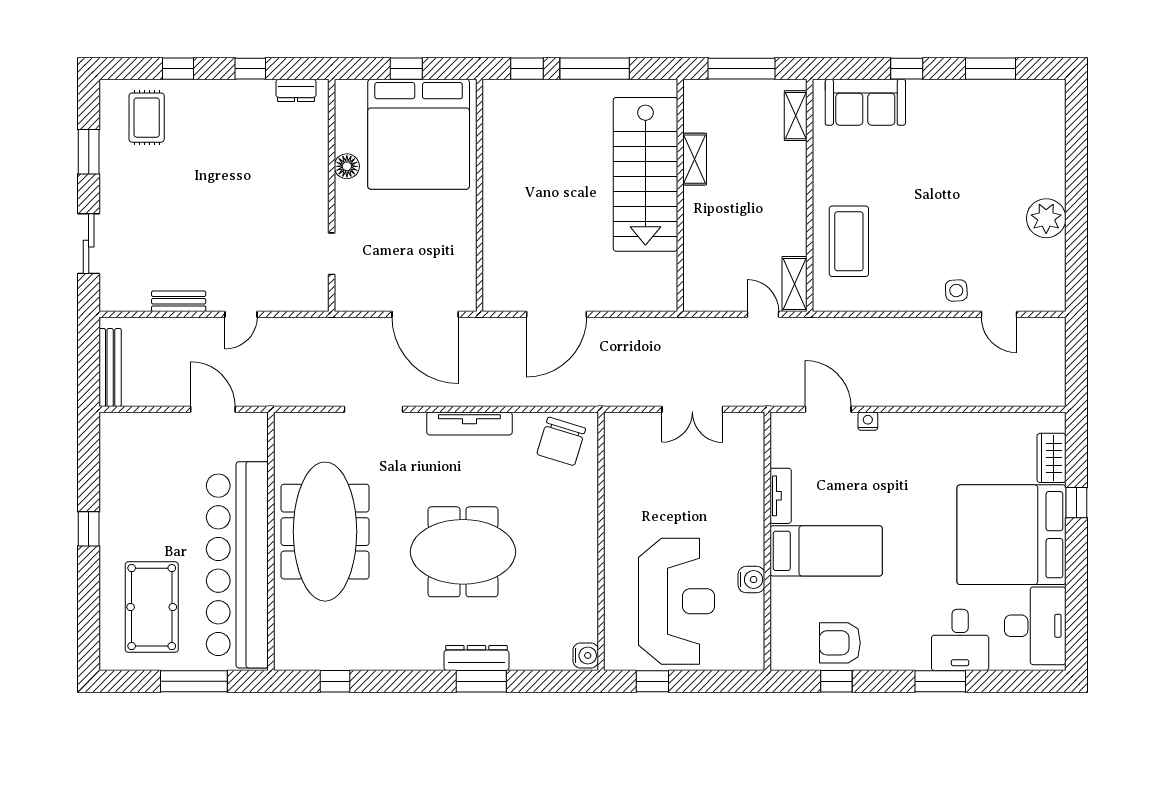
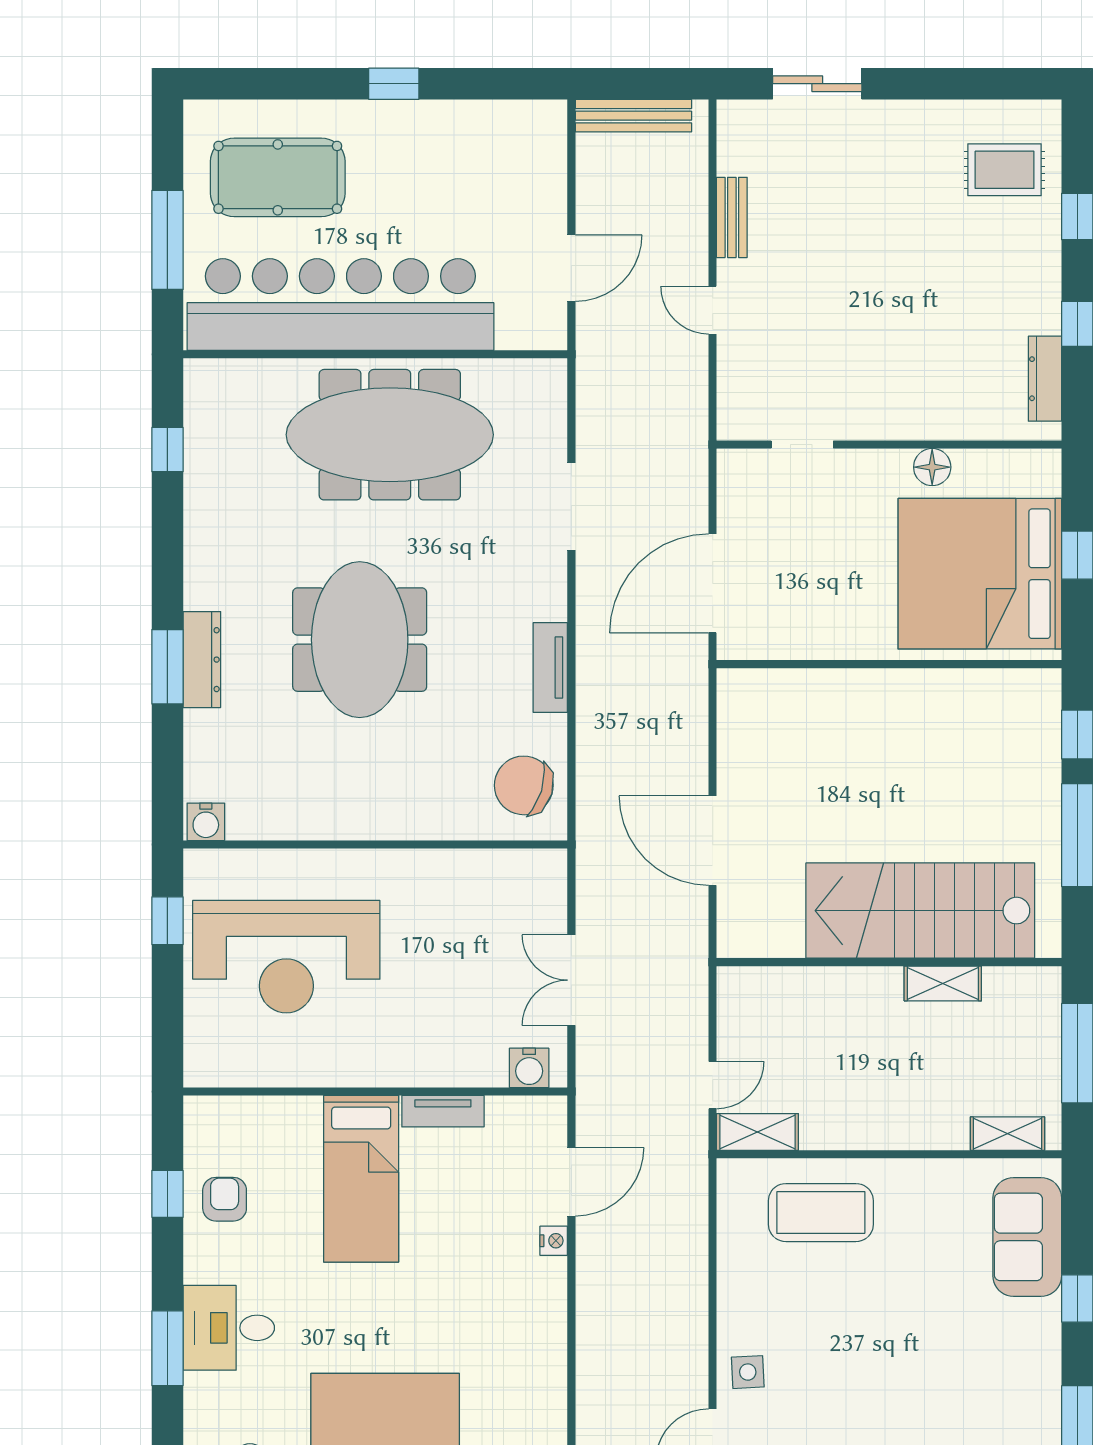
dresser: (296, 90) -> (1045, 379), width x1.44
window: (89, 152) -> (954, 84), removed
door: (557, 314) -> (713, 841), moved
tv unit: (469, 423) -> (550, 668), width x0.71
water cooler: (751, 580) -> (529, 1068), moved
desk: (960, 640) -> (229, 1328), moved
armchair: (840, 643) -> (225, 1199), width x0.72, depth x0.72

